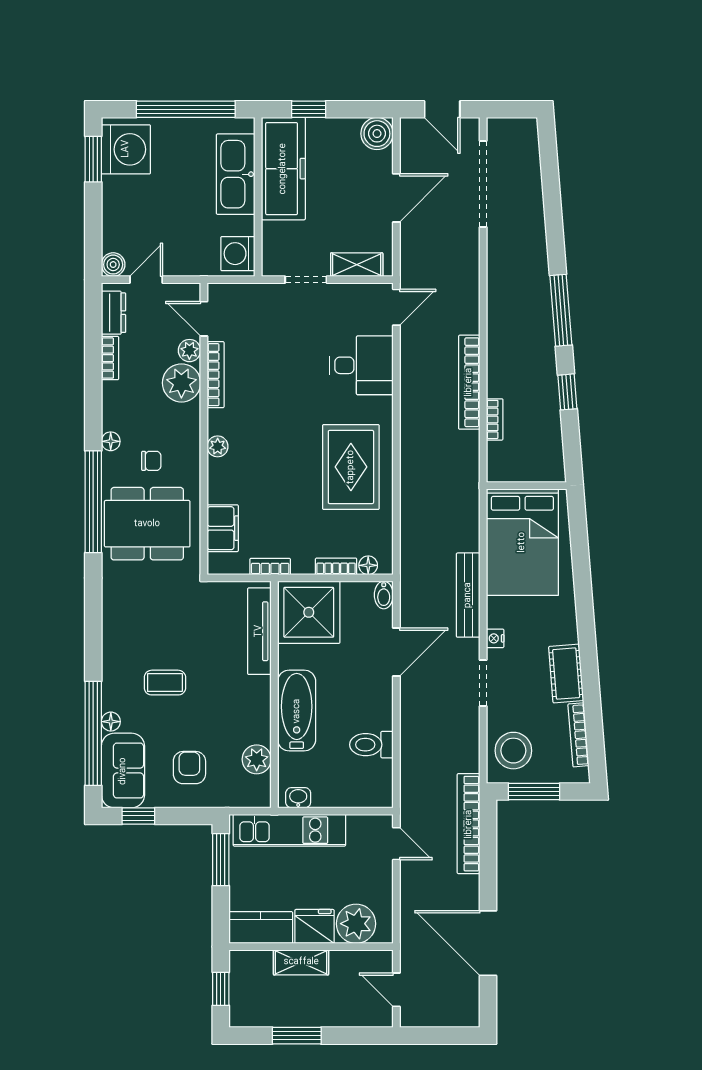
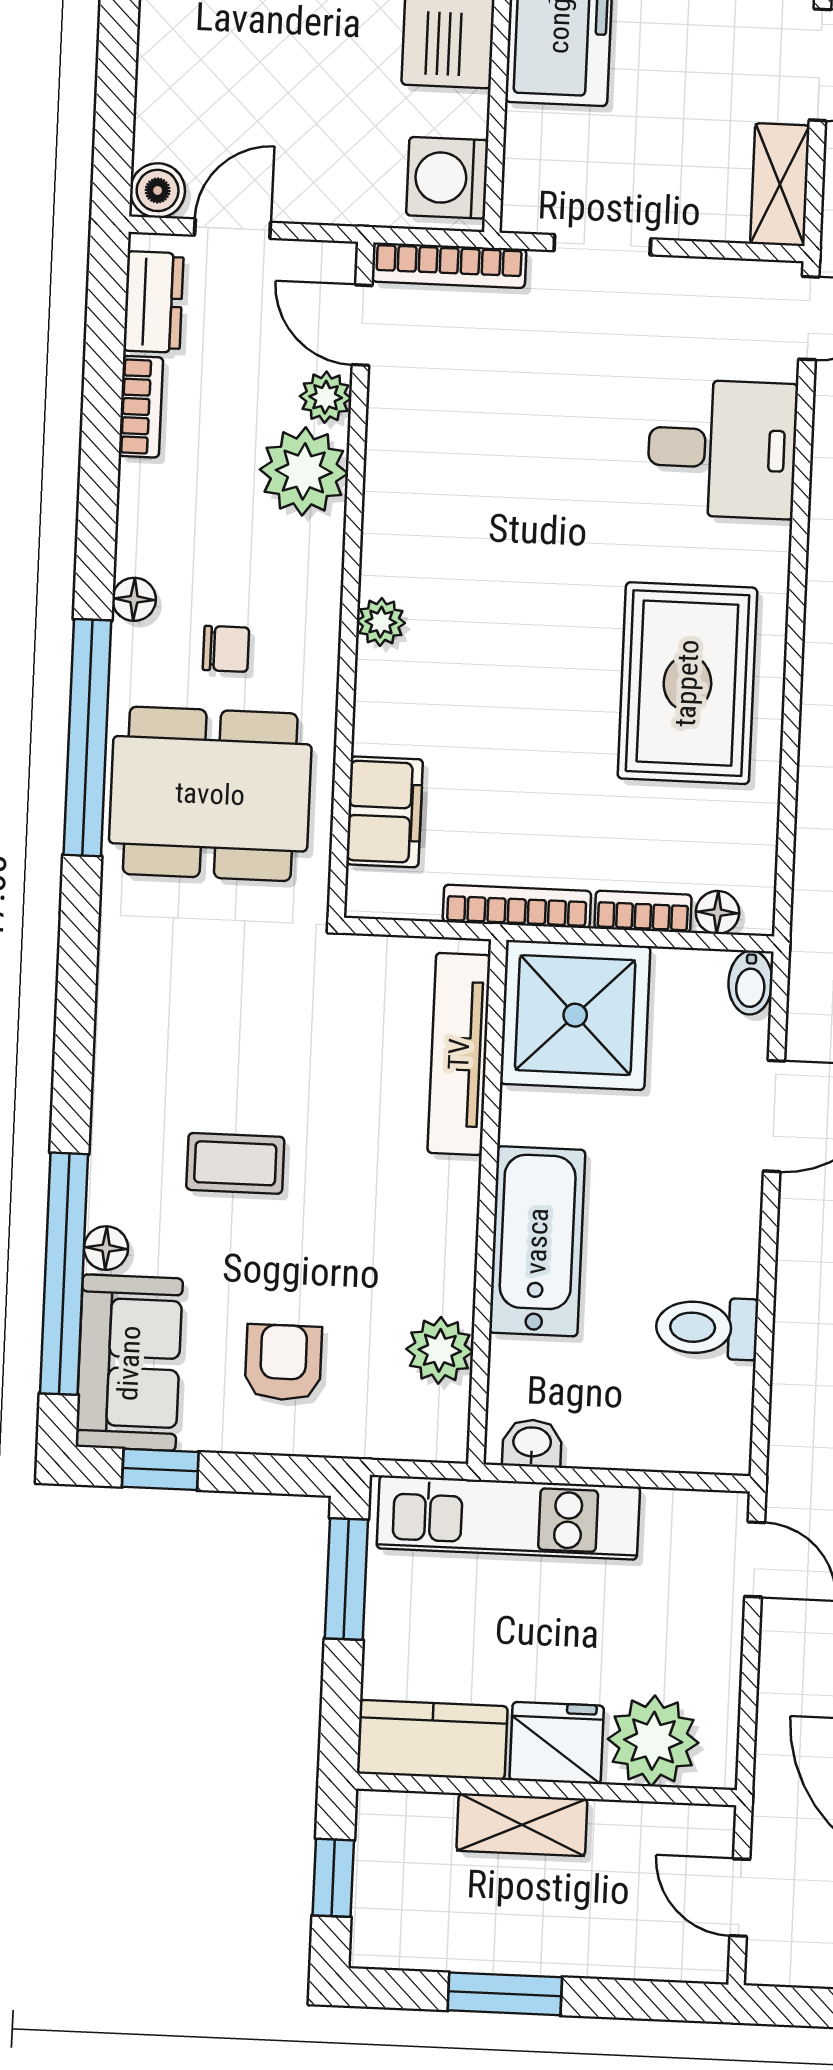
shelving: (357, 265) -> (780, 185), moved, turned 90
bookcase: (216, 375) -> (449, 265), moved, turned 90
bookcase: (270, 567) -> (517, 906), width x1.56

